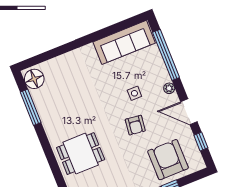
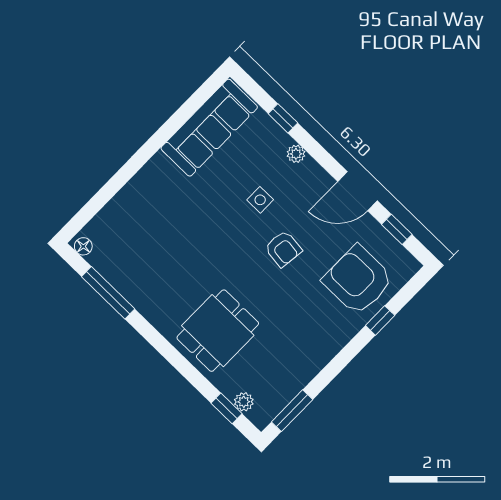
window: (166, 55) -> (283, 118), width x0.32
floor lamp: (34, 79) -> (83, 246), width x0.53, depth x0.53
plant: (169, 88) -> (296, 154), moved

